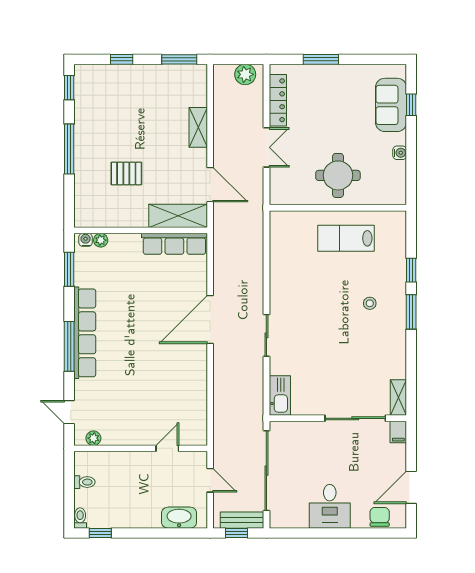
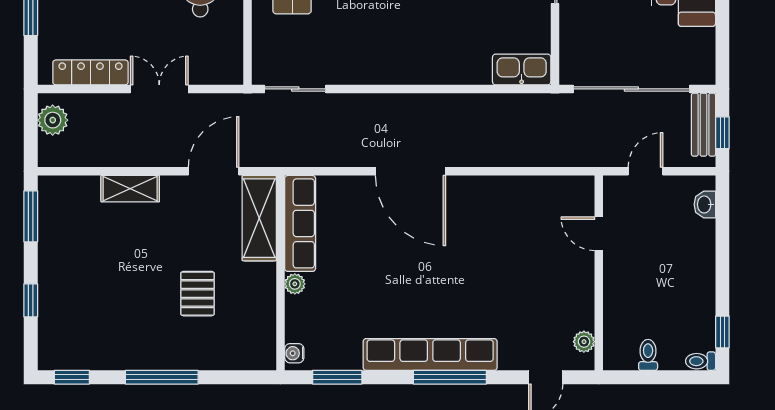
plant: (101, 240) -> (295, 284), moved
sliding door: (266, 335) -> (295, 89), moved
washbasin: (179, 518) -> (705, 204), width x0.52, depth x0.69

